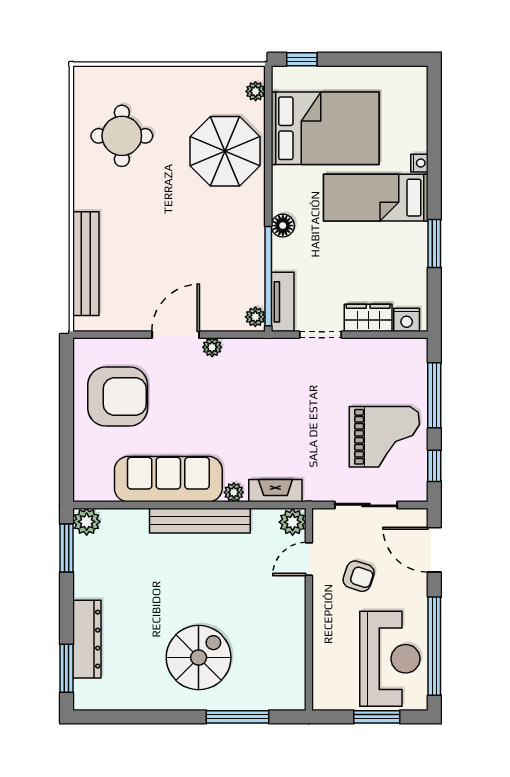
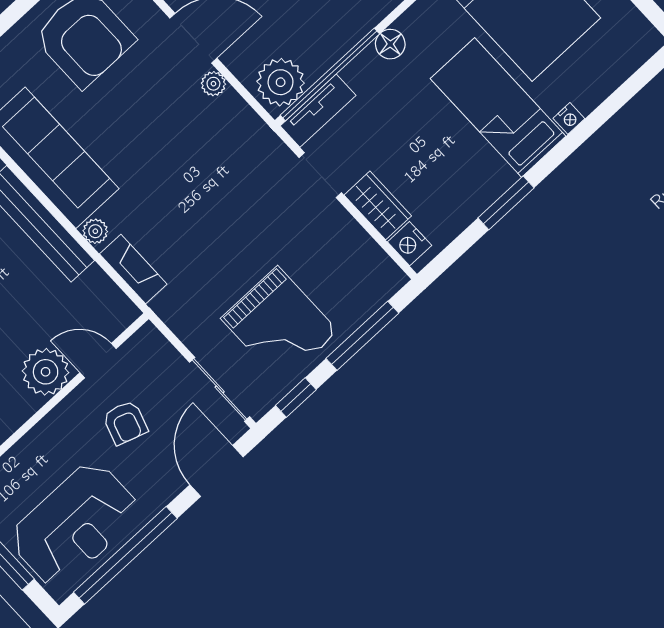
plant: (255, 317) -> (281, 82), width x1.88, depth x1.88
sliding door: (366, 505) -> (220, 389), moved
plant: (293, 522) -> (46, 372), moved, width x1.36, depth x1.36

